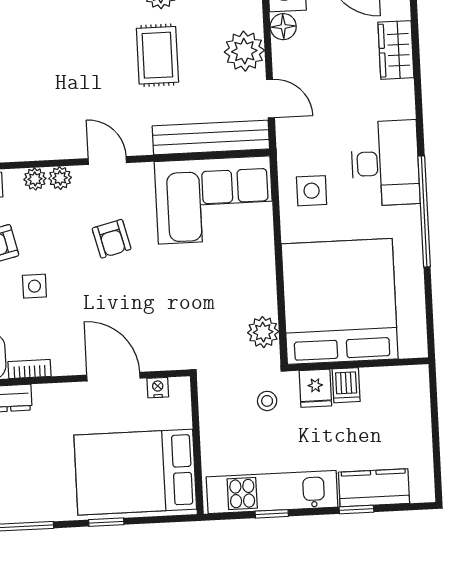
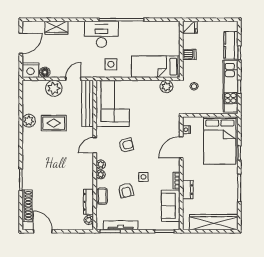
bed: (340, 301) -> (156, 67), width x0.49
fridge: (315, 388) -> (190, 27), moved

